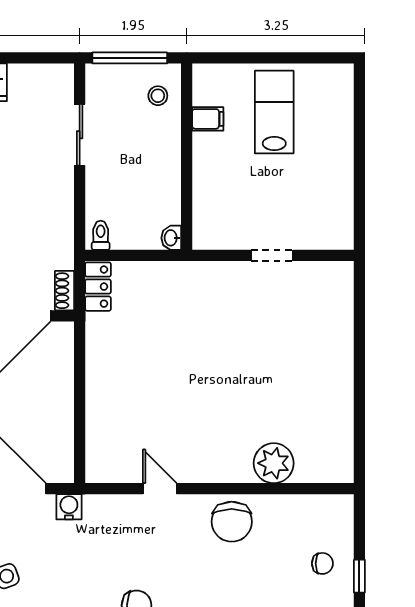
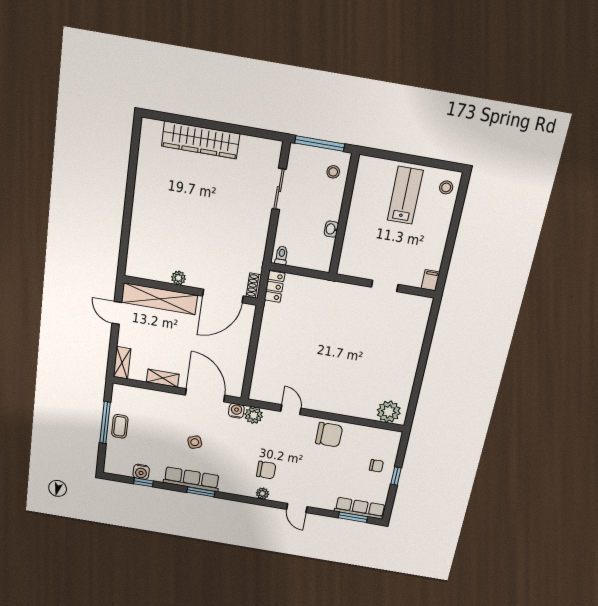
stool: (334, 90) -> (446, 187), added
filing cabinet: (208, 119) -> (431, 280), moved, turned -90
washbasin: (171, 238) -> (331, 229), moved
plant: (274, 463) -> (389, 412), moved
plant: (99, 510) -> (254, 415), added
chair: (232, 522) -> (329, 435), turned -90

